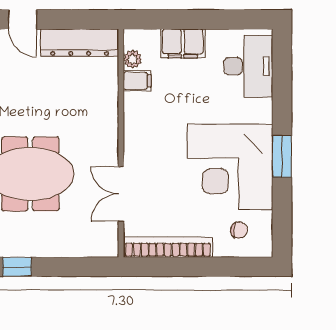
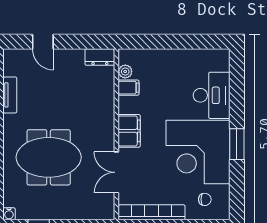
dresser: (80, 43) -> (100, 57), width x0.51, depth x0.80
filing cabinet: (183, 43) -> (129, 131), moved, turned -90
desk: (248, 66) -> (212, 95), moved

